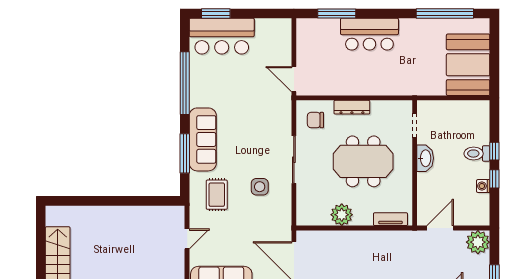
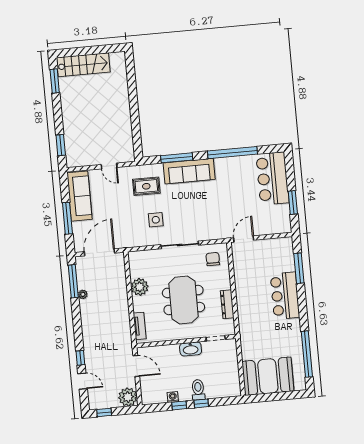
window: (216, 14) -> (293, 202), moved
dresser: (352, 107) -> (227, 304), moved

